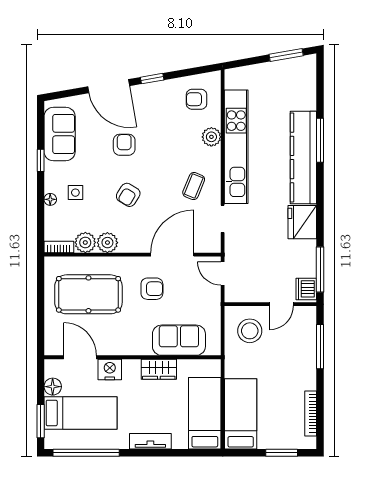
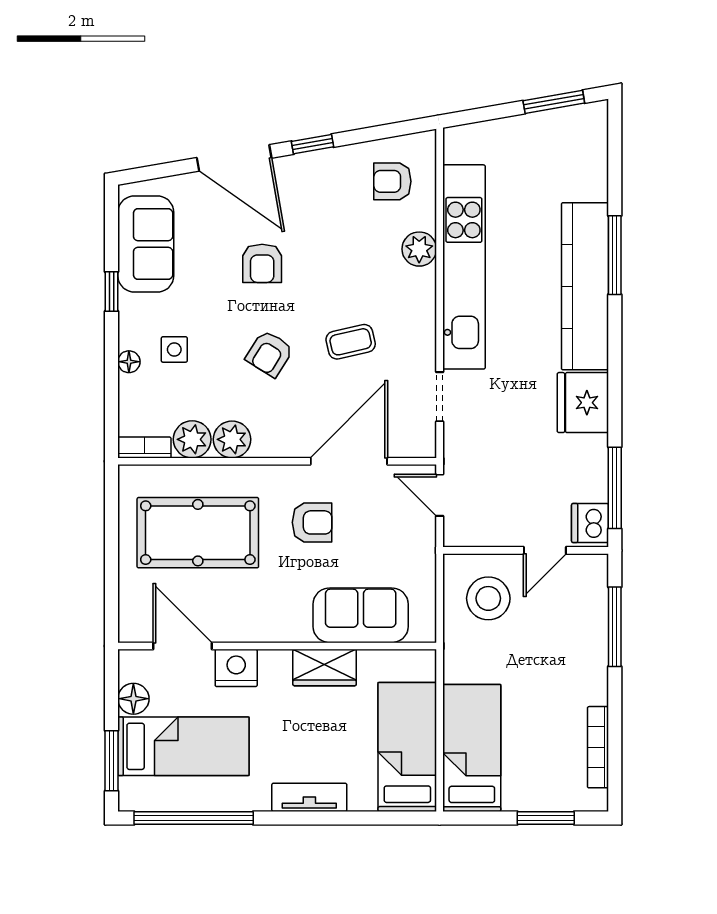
armchair: (124, 145) -> (262, 263), turned 180
coffee table: (194, 186) -> (351, 342), moved, turned 55

